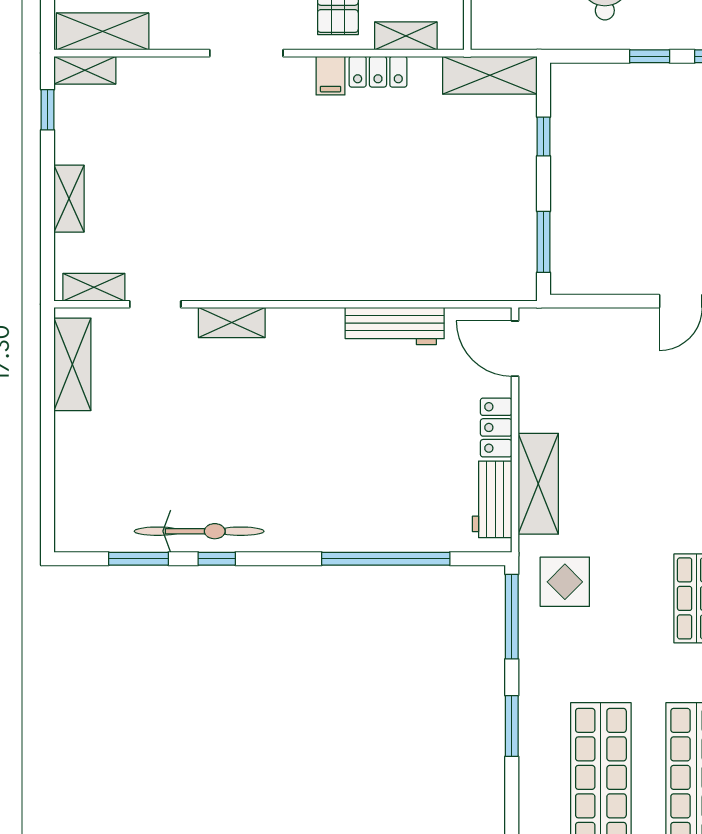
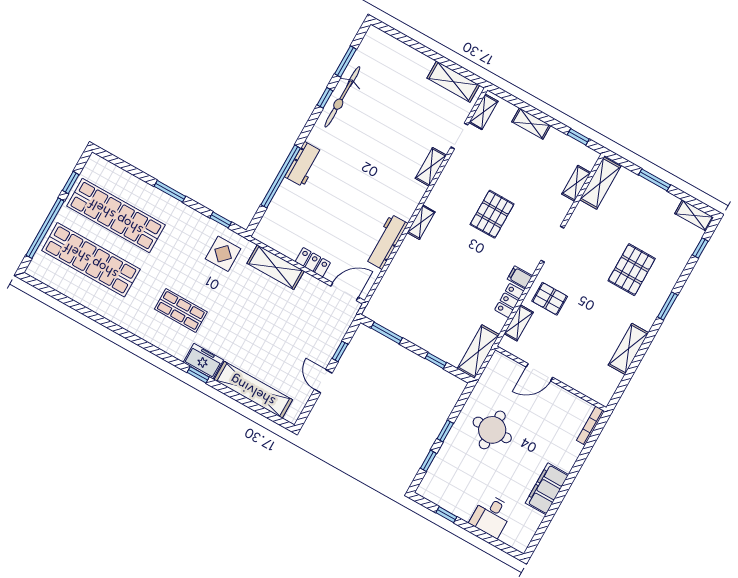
shelving: (85, 70) -> (576, 183), moved
pallet: (253, 179) -> (492, 214), added
shelving: (331, 288) -> (421, 222), added
window: (617, 301) -> (340, 351), added
workbench: (492, 499) -> (304, 164), moved, turned 90
window: (512, 617) -> (221, 220), width x0.46

